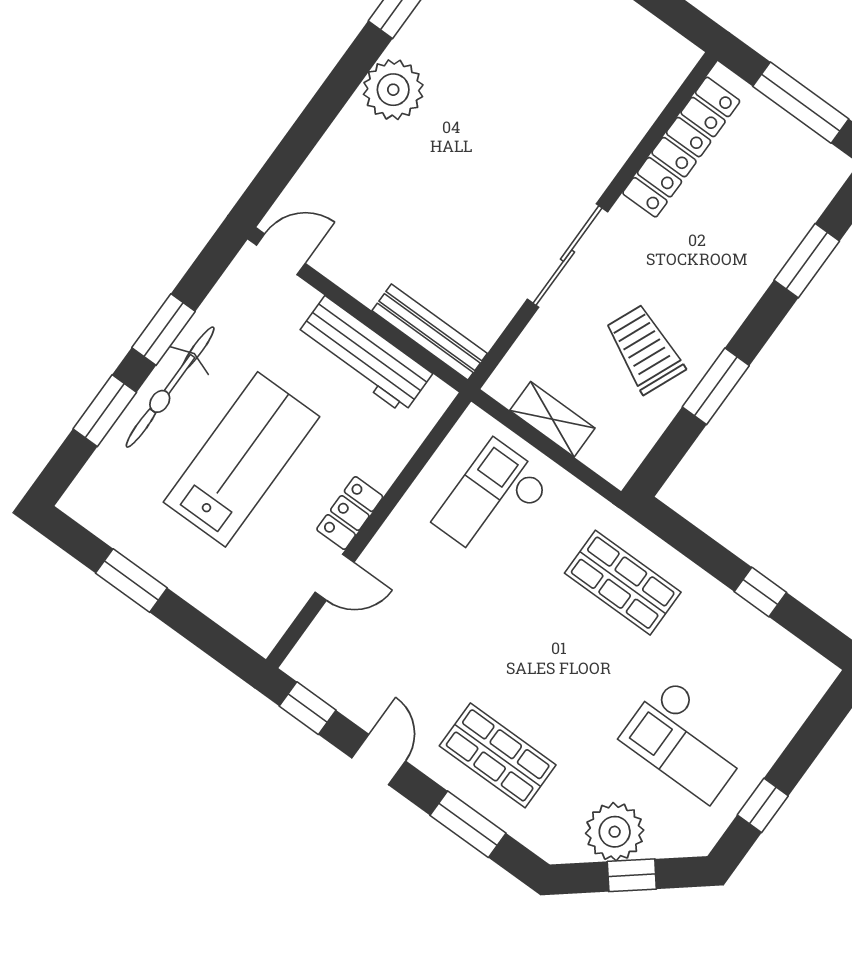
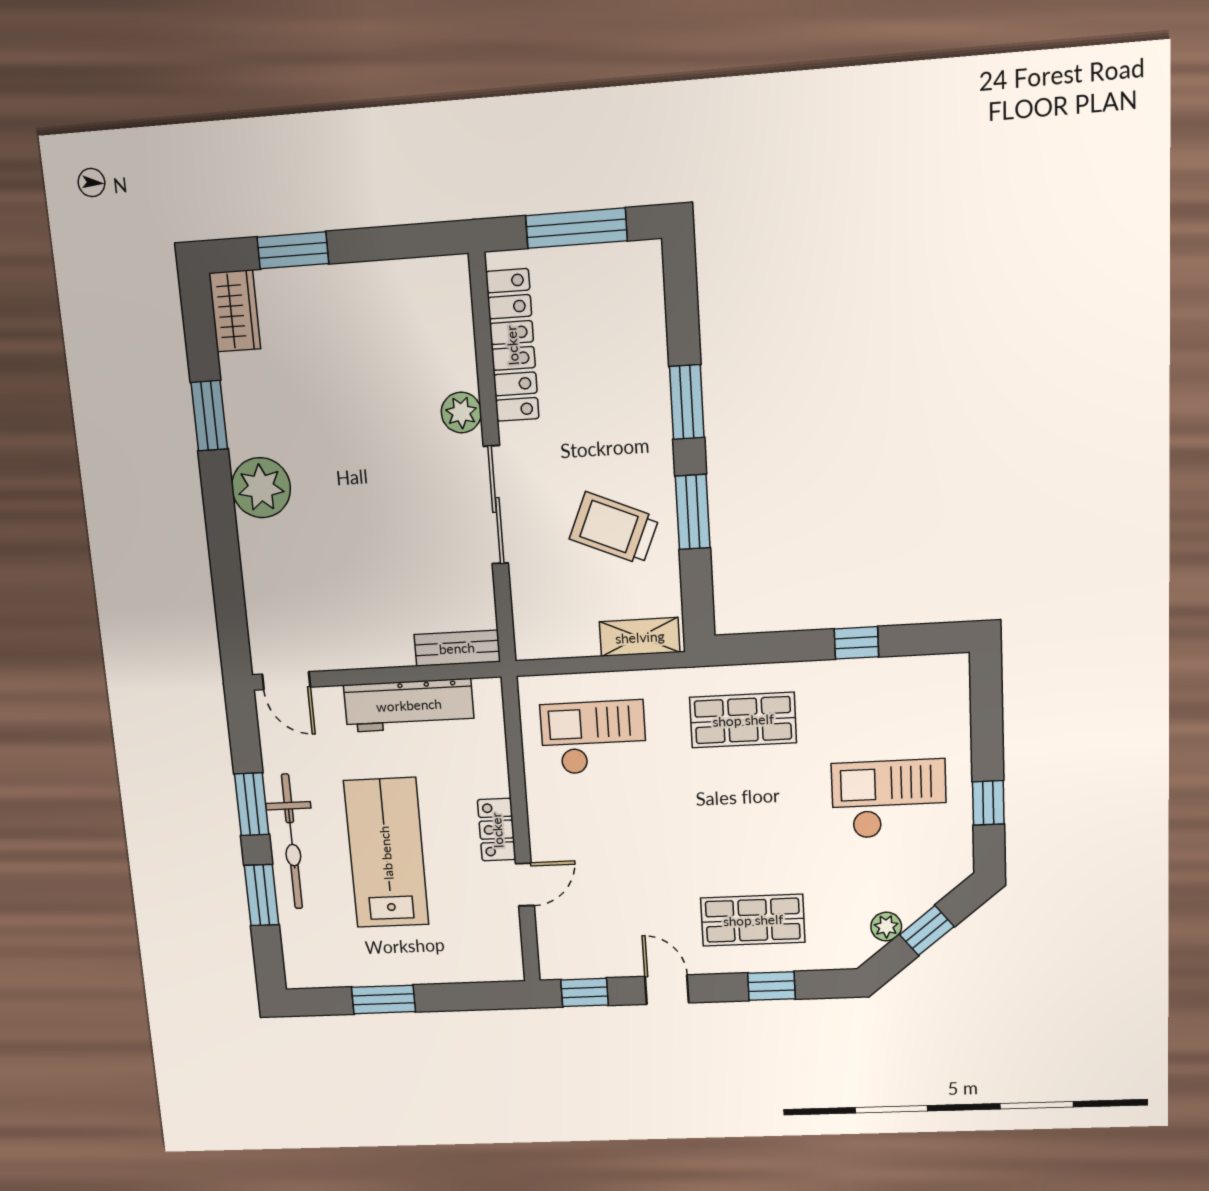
plant: (600, 164) -> (461, 412), added
door: (281, 254) -> (286, 681), swing flipped
window: (807, 261) -> (687, 402), moved
bench: (430, 332) -> (457, 648), width x0.73
shelving: (552, 419) -> (640, 637), moved
checkout: (492, 501) -> (594, 738), turned 90
checkout: (687, 740) -> (889, 799), turned 180
window: (468, 824) -> (771, 986), width x0.67
plant: (615, 832) -> (886, 927), width x0.53, depth x0.53

